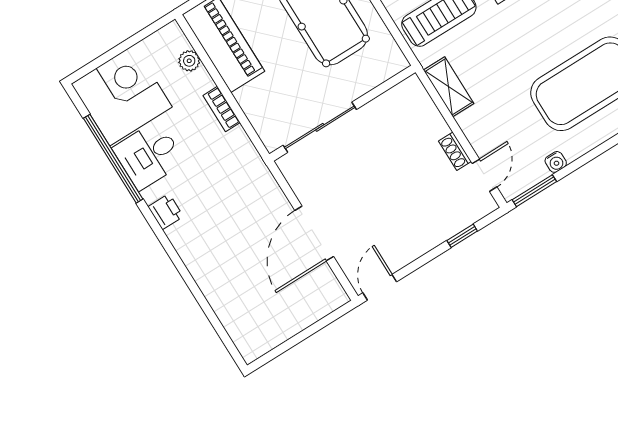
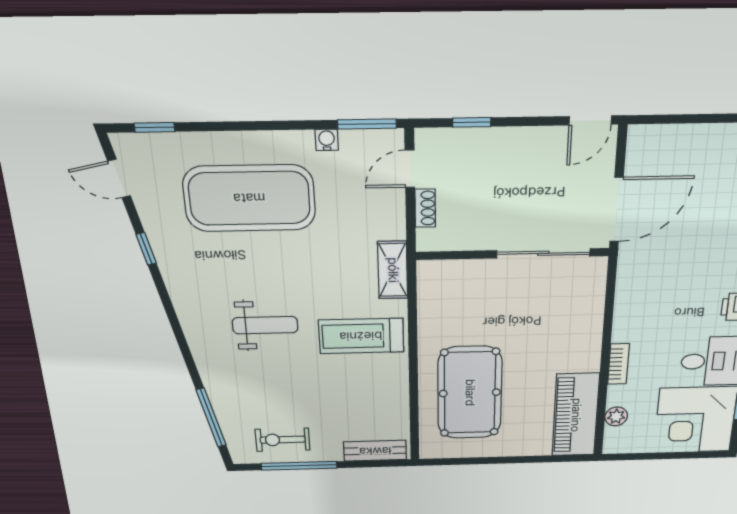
wall: (342, 113) -> (513, 254), moved
sliding door: (320, 127) -> (543, 253), moved

